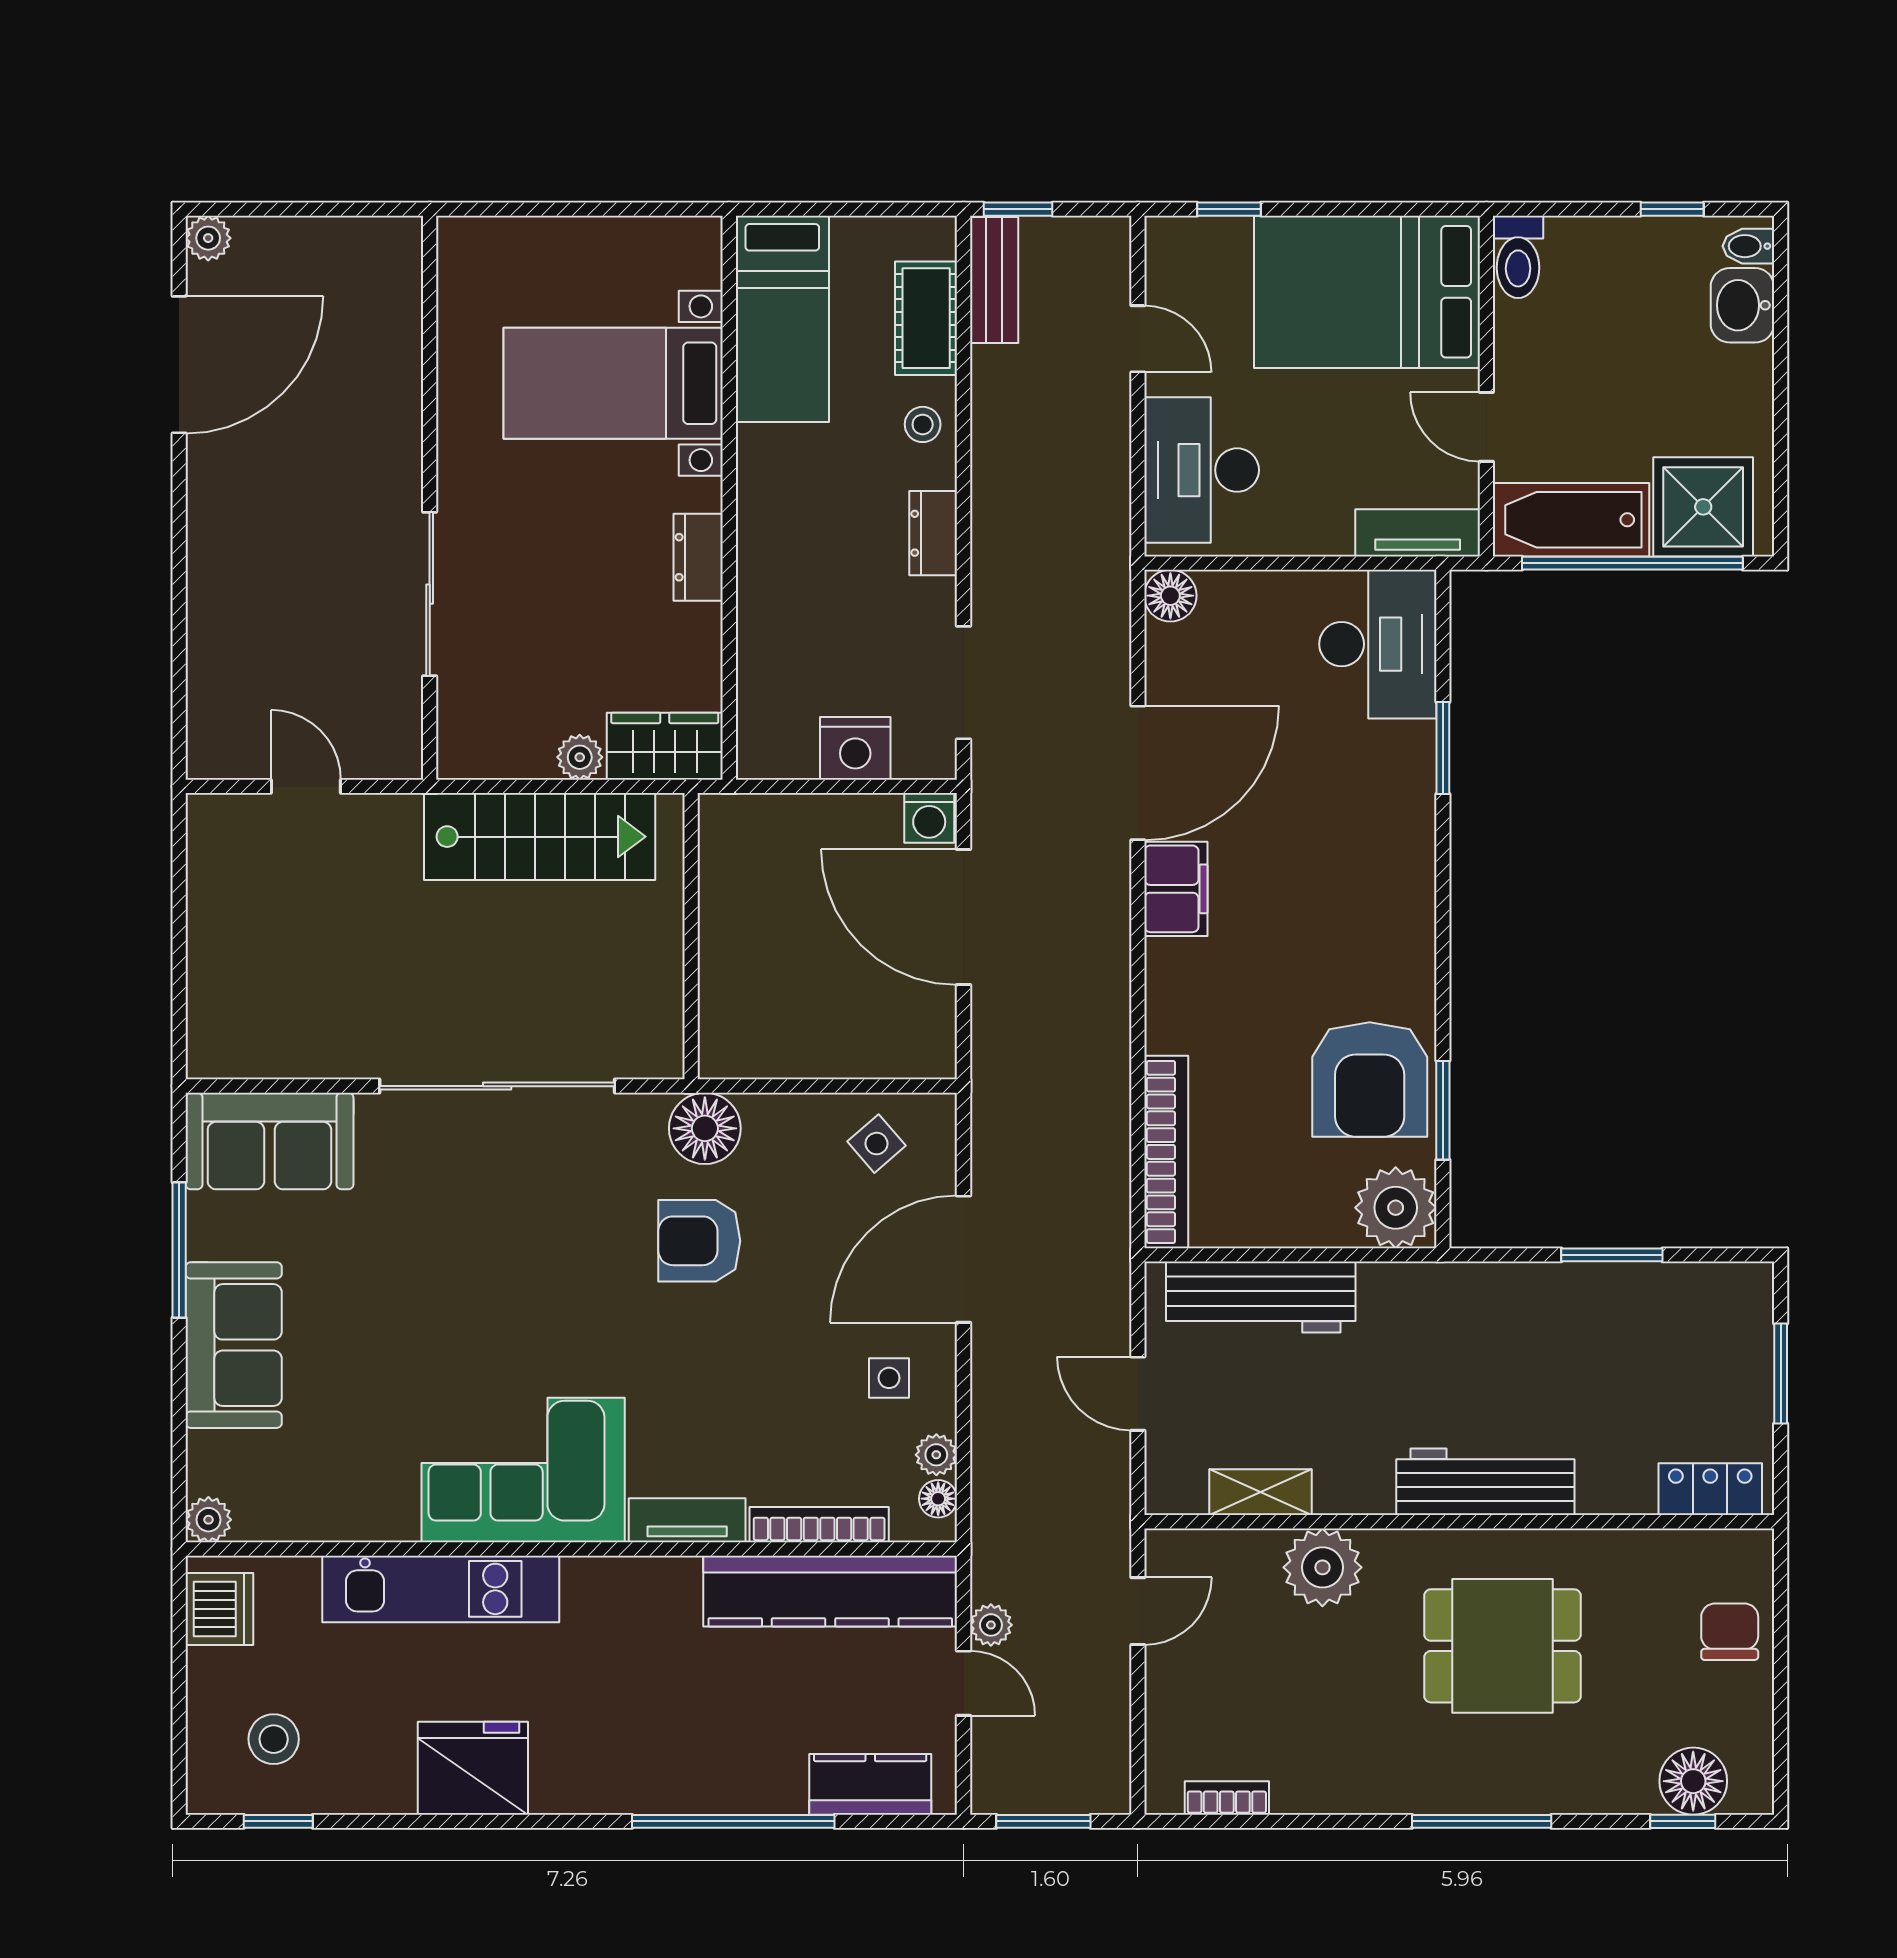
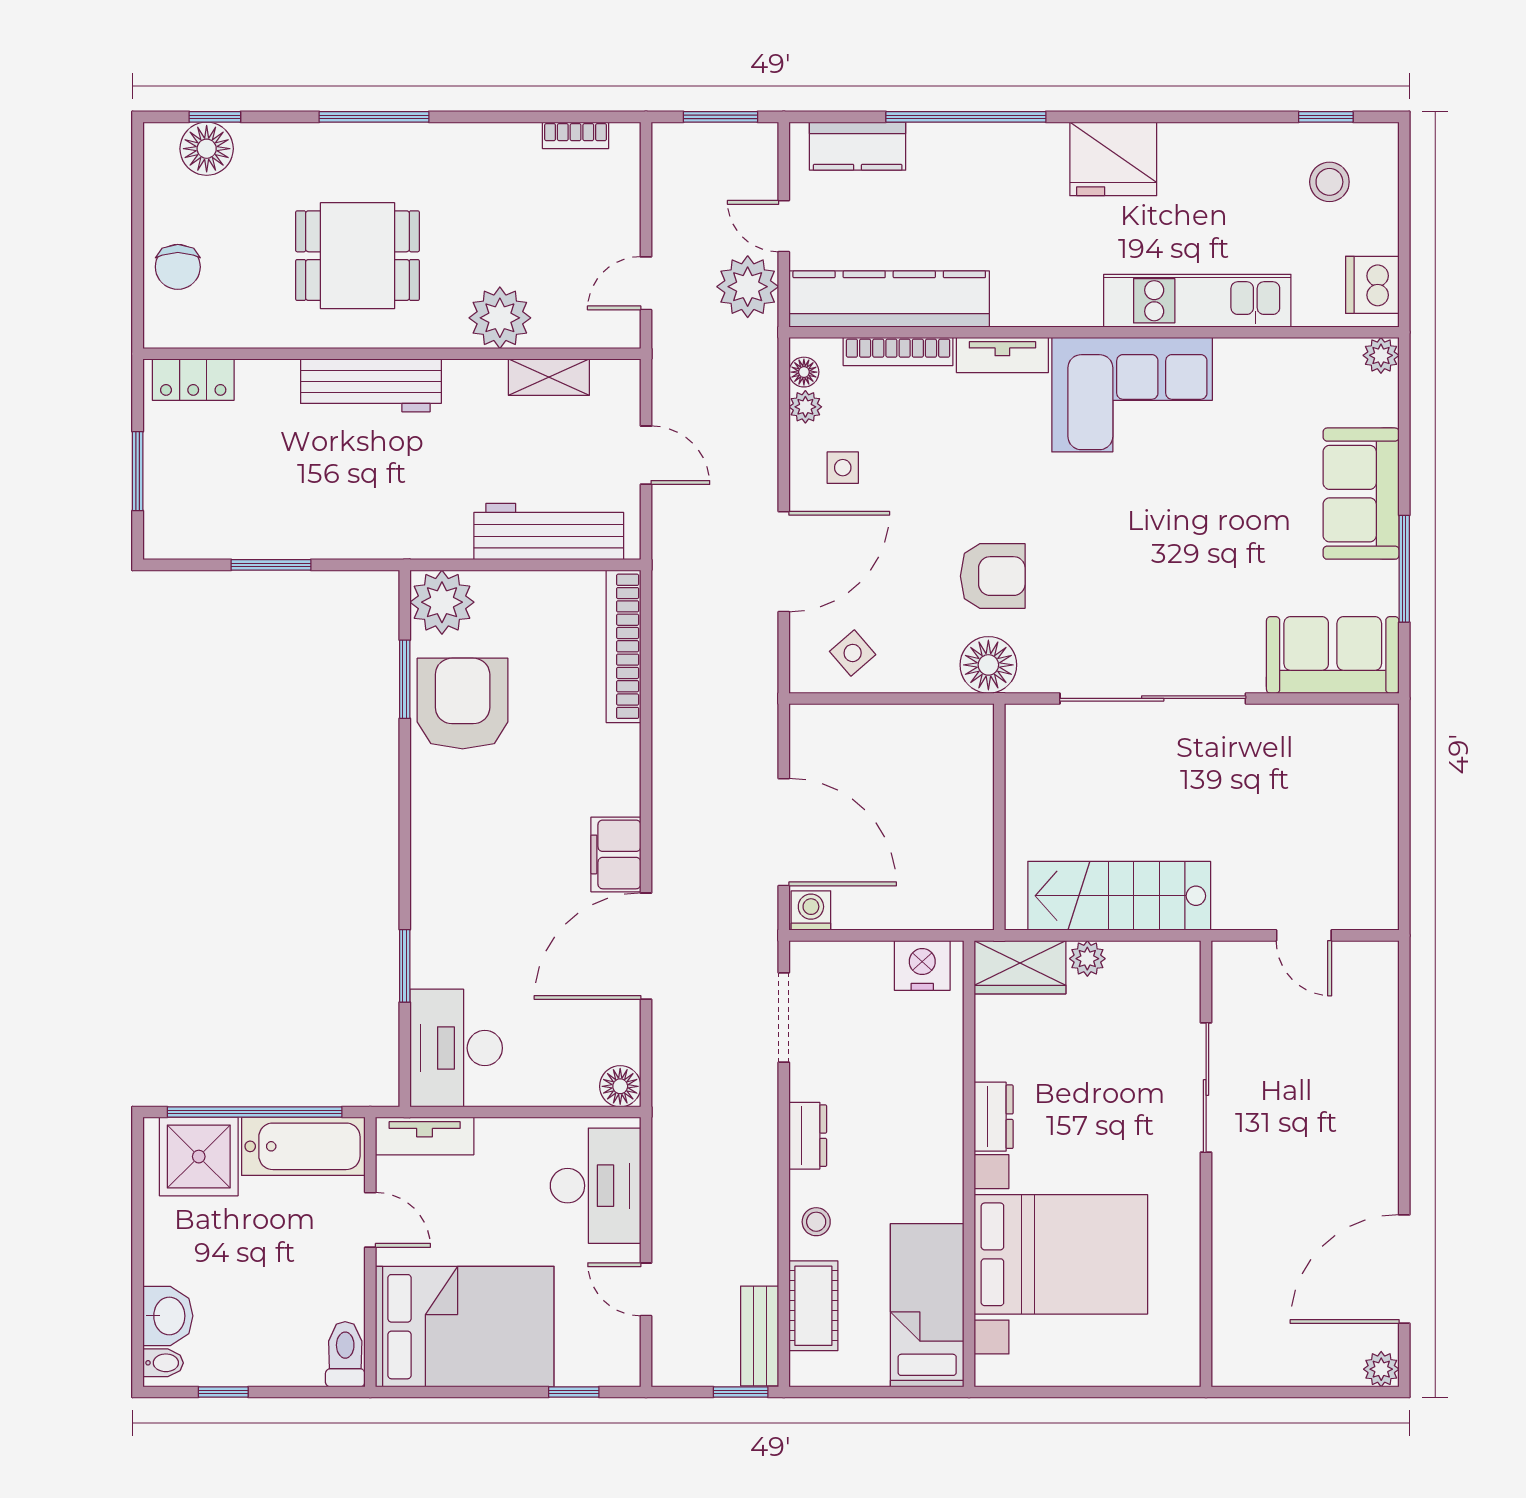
bed with nightstands: (613, 383) -> (1061, 1254), width x1.36
nightstand: (855, 748) -> (922, 966), moved
plant: (991, 1625) -> (748, 287), width x1.88, depth x1.88
fridge: (473, 1768) -> (1113, 159), moved

